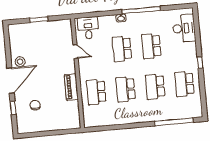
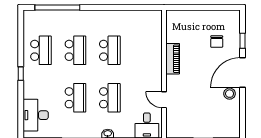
school desk: (96, 92) -> (144, 50), removed

